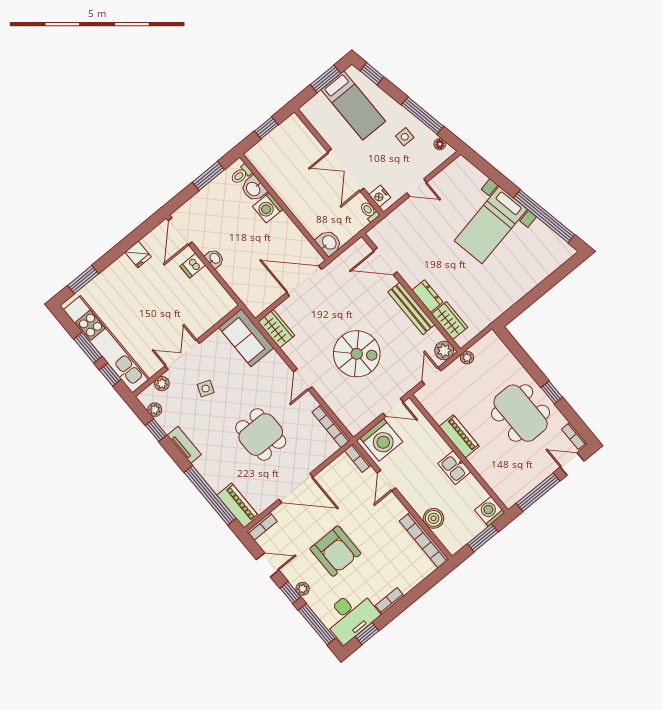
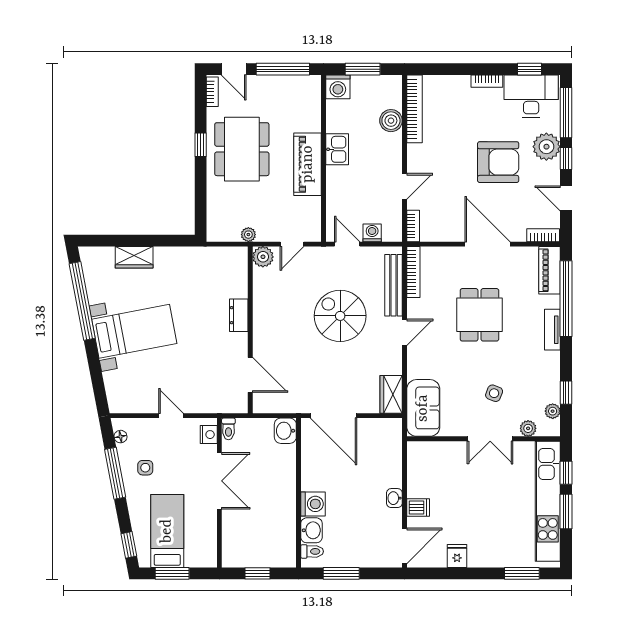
bench: (411, 308) -> (393, 285), moved
wardrobe: (450, 321) -> (134, 257), moved, turned -90
piano: (459, 436) -> (308, 164), width x1.37, depth x1.33
washing machine: (381, 440) -> (372, 233), width x0.53, depth x0.53
tv unit: (184, 445) -> (552, 330), moved
armchair: (335, 551) -> (498, 162), turned 90
plant: (303, 589) -> (546, 147), width x1.88, depth x1.88

